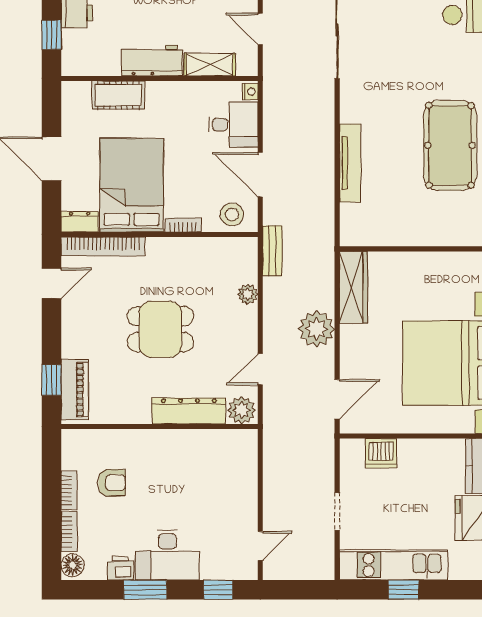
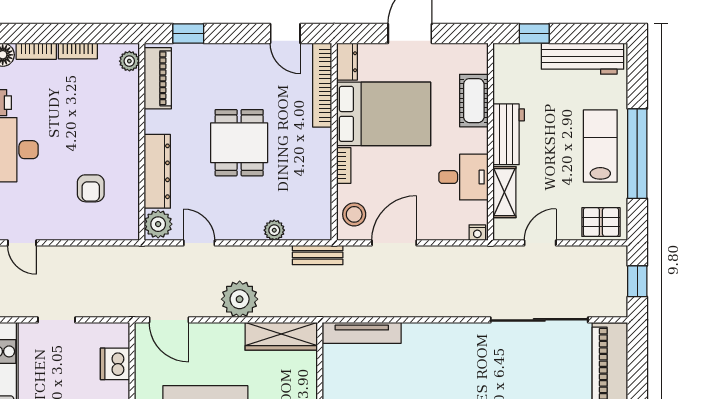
desk: (233, 125) -> (463, 177), moved, turned -90
tv unit: (350, 163) -> (362, 333), moved
piano: (75, 390) -> (158, 78), moved, turned -90
plant: (79, 439) -> (129, 61), added
armchair: (112, 483) -> (91, 188), moved

